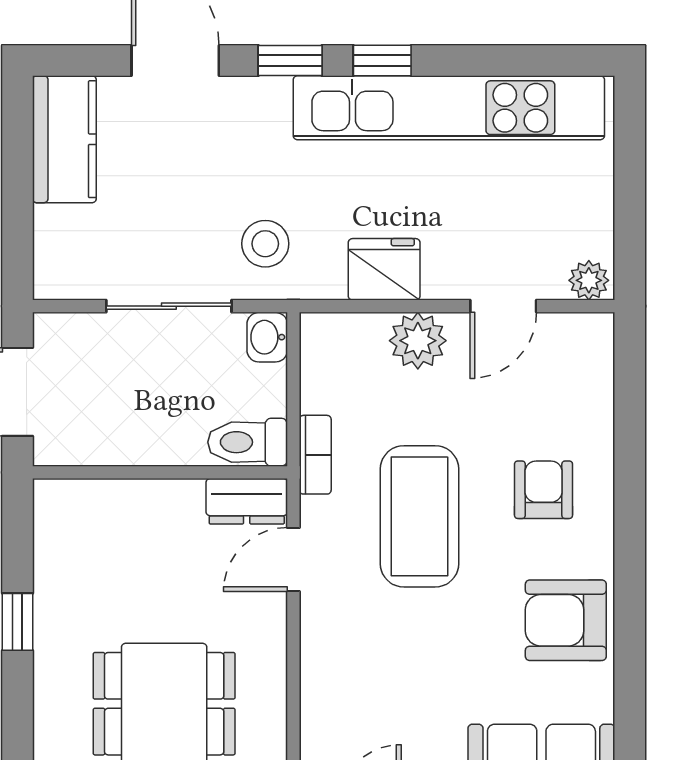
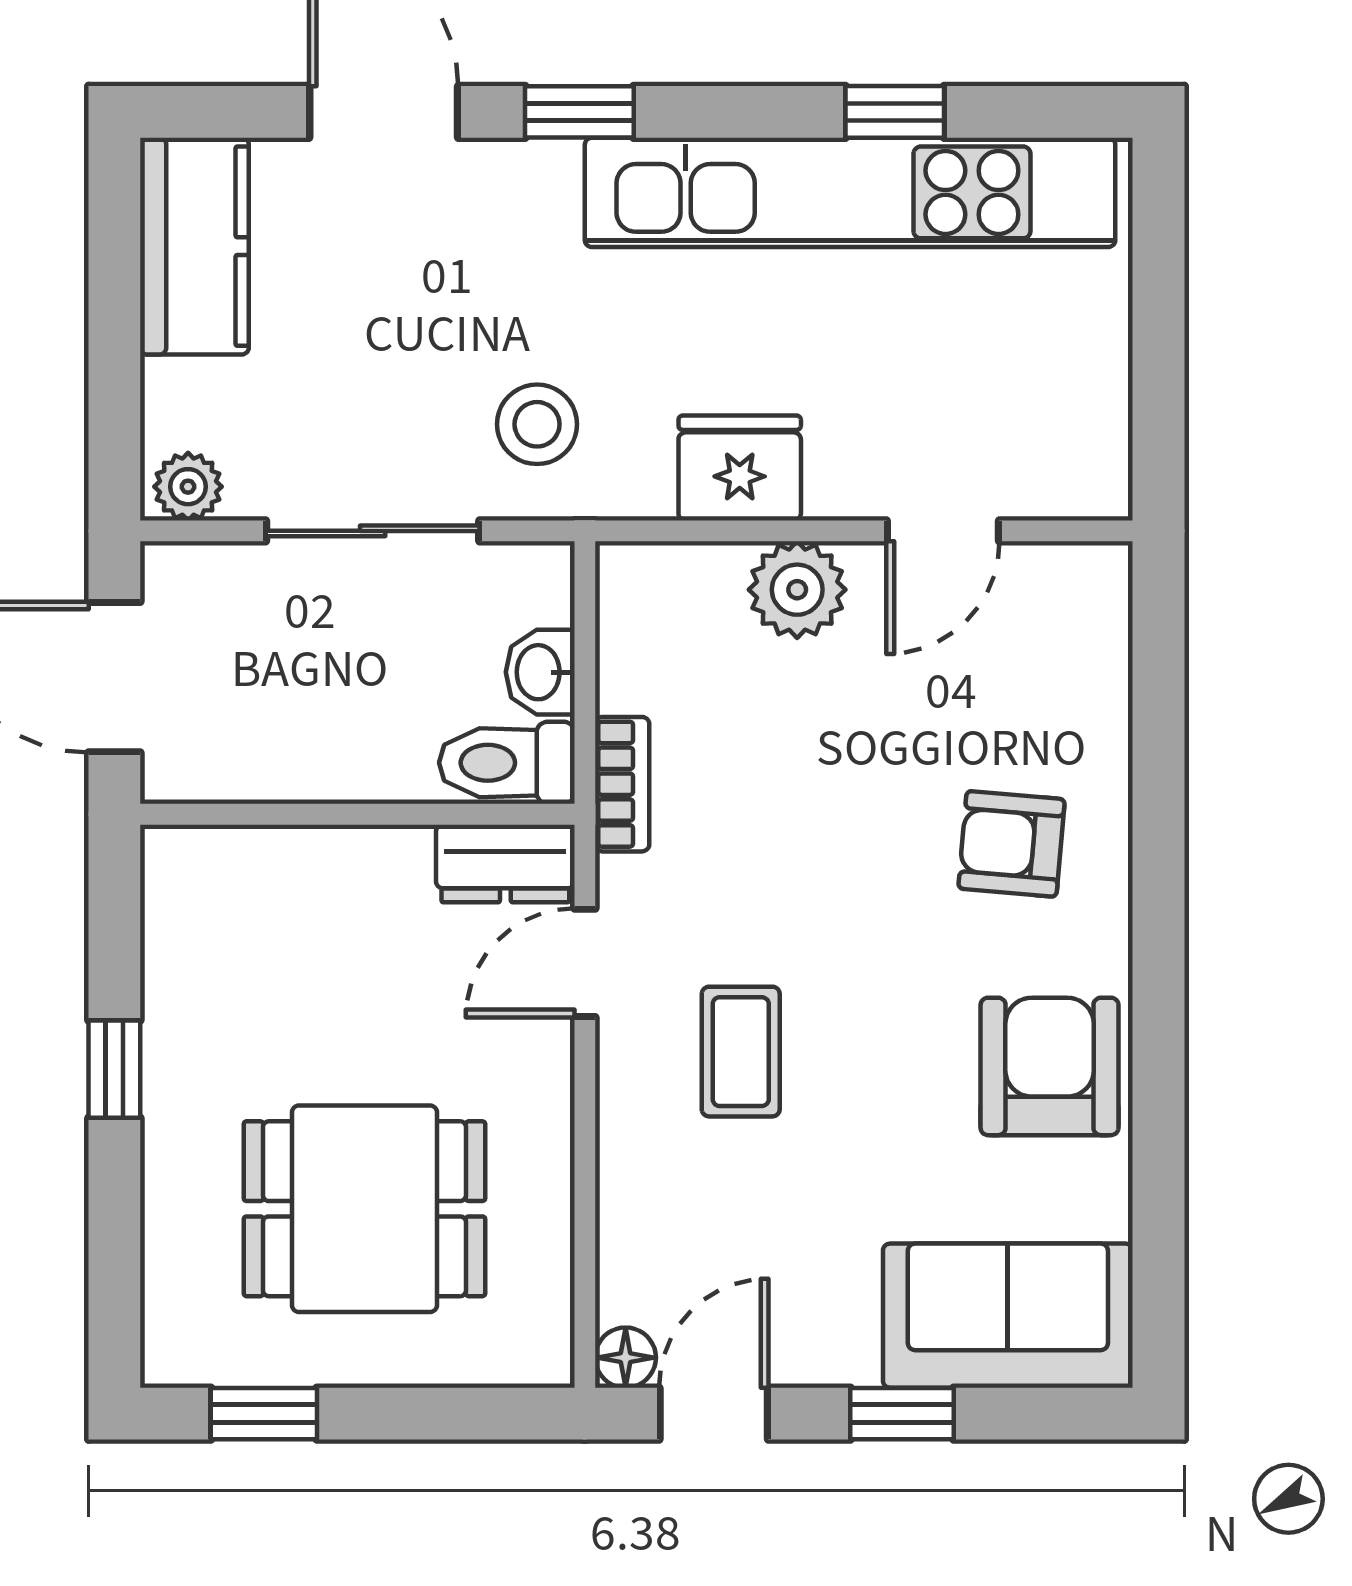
window: (382, 60) -> (895, 112), moved
plant: (589, 280) -> (188, 487), moved
washbasin: (267, 337) -> (540, 672), moved
armchair: (544, 490) -> (1011, 844), turned -85
coffee table: (420, 516) -> (741, 1052), moved, width x0.54, depth x0.58
armchair: (566, 620) -> (1050, 1066), turned 90

